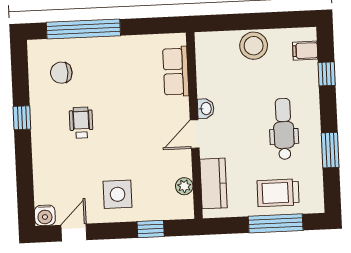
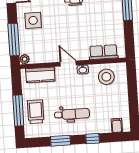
stool: (254, 46) -> (106, 77), moved
window: (327, 74) -> (93, 139), moved
plant: (184, 186) -> (25, 59), moved
window: (151, 229) -> (14, 40), width x2.17

